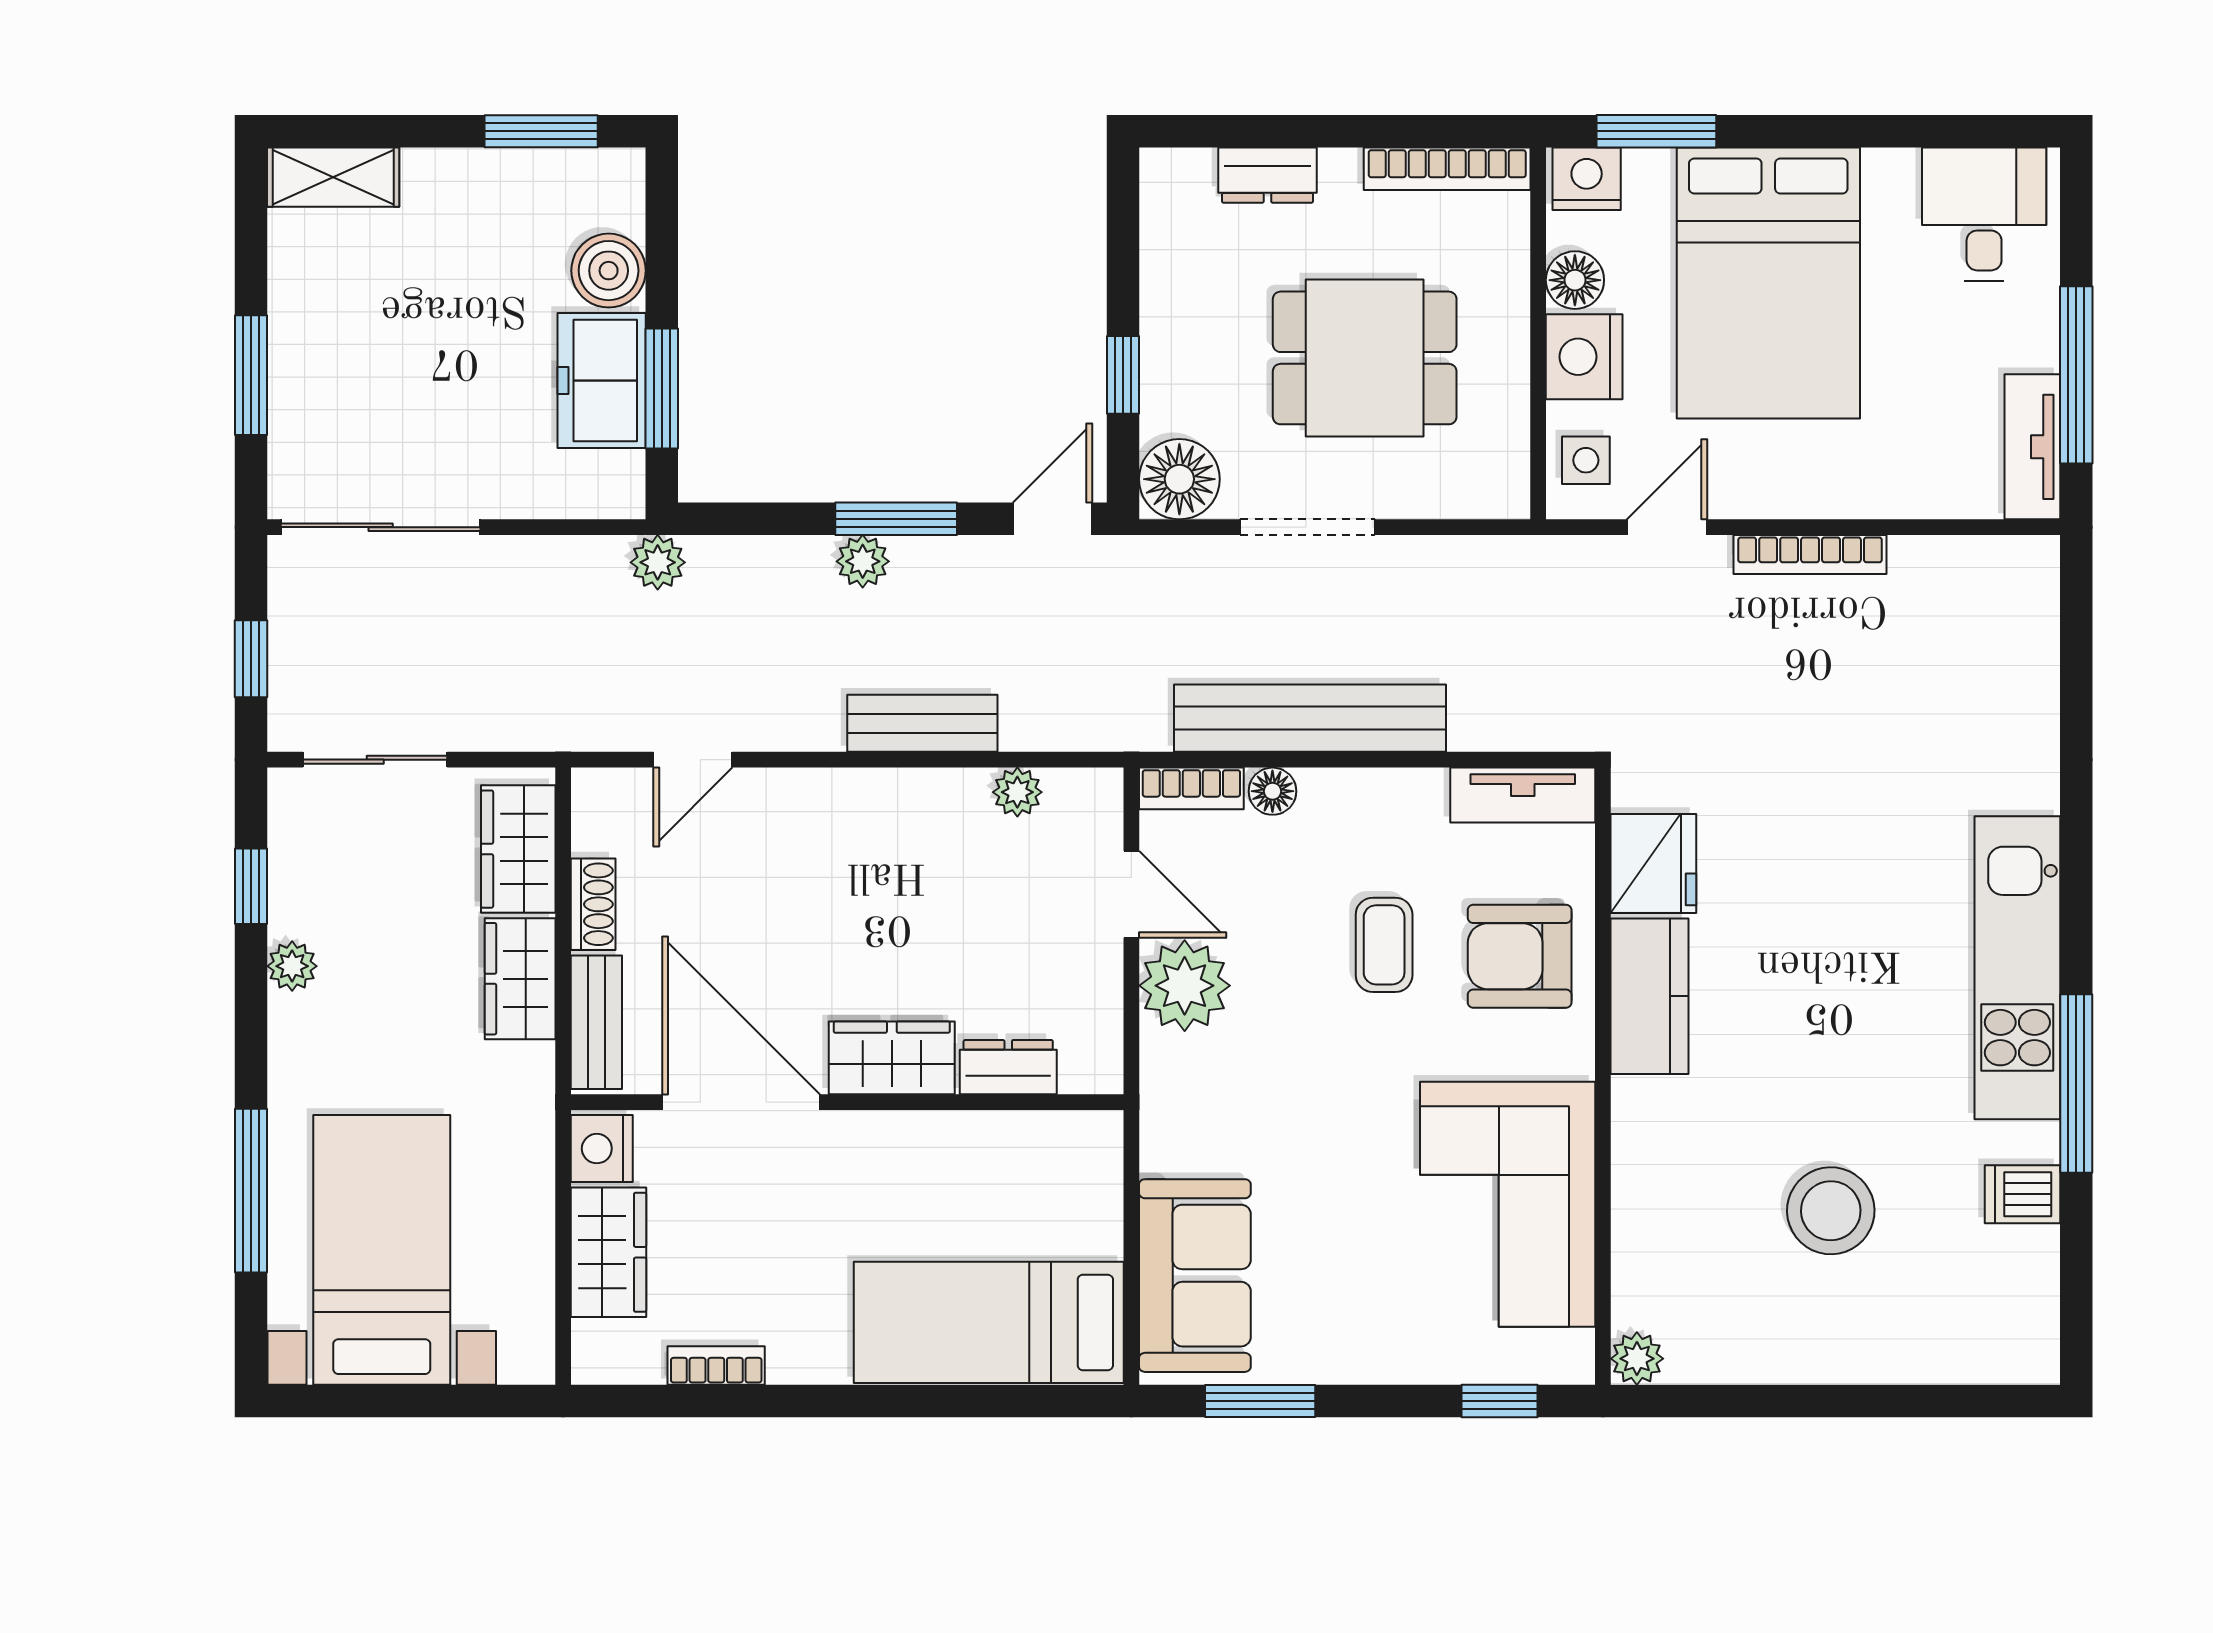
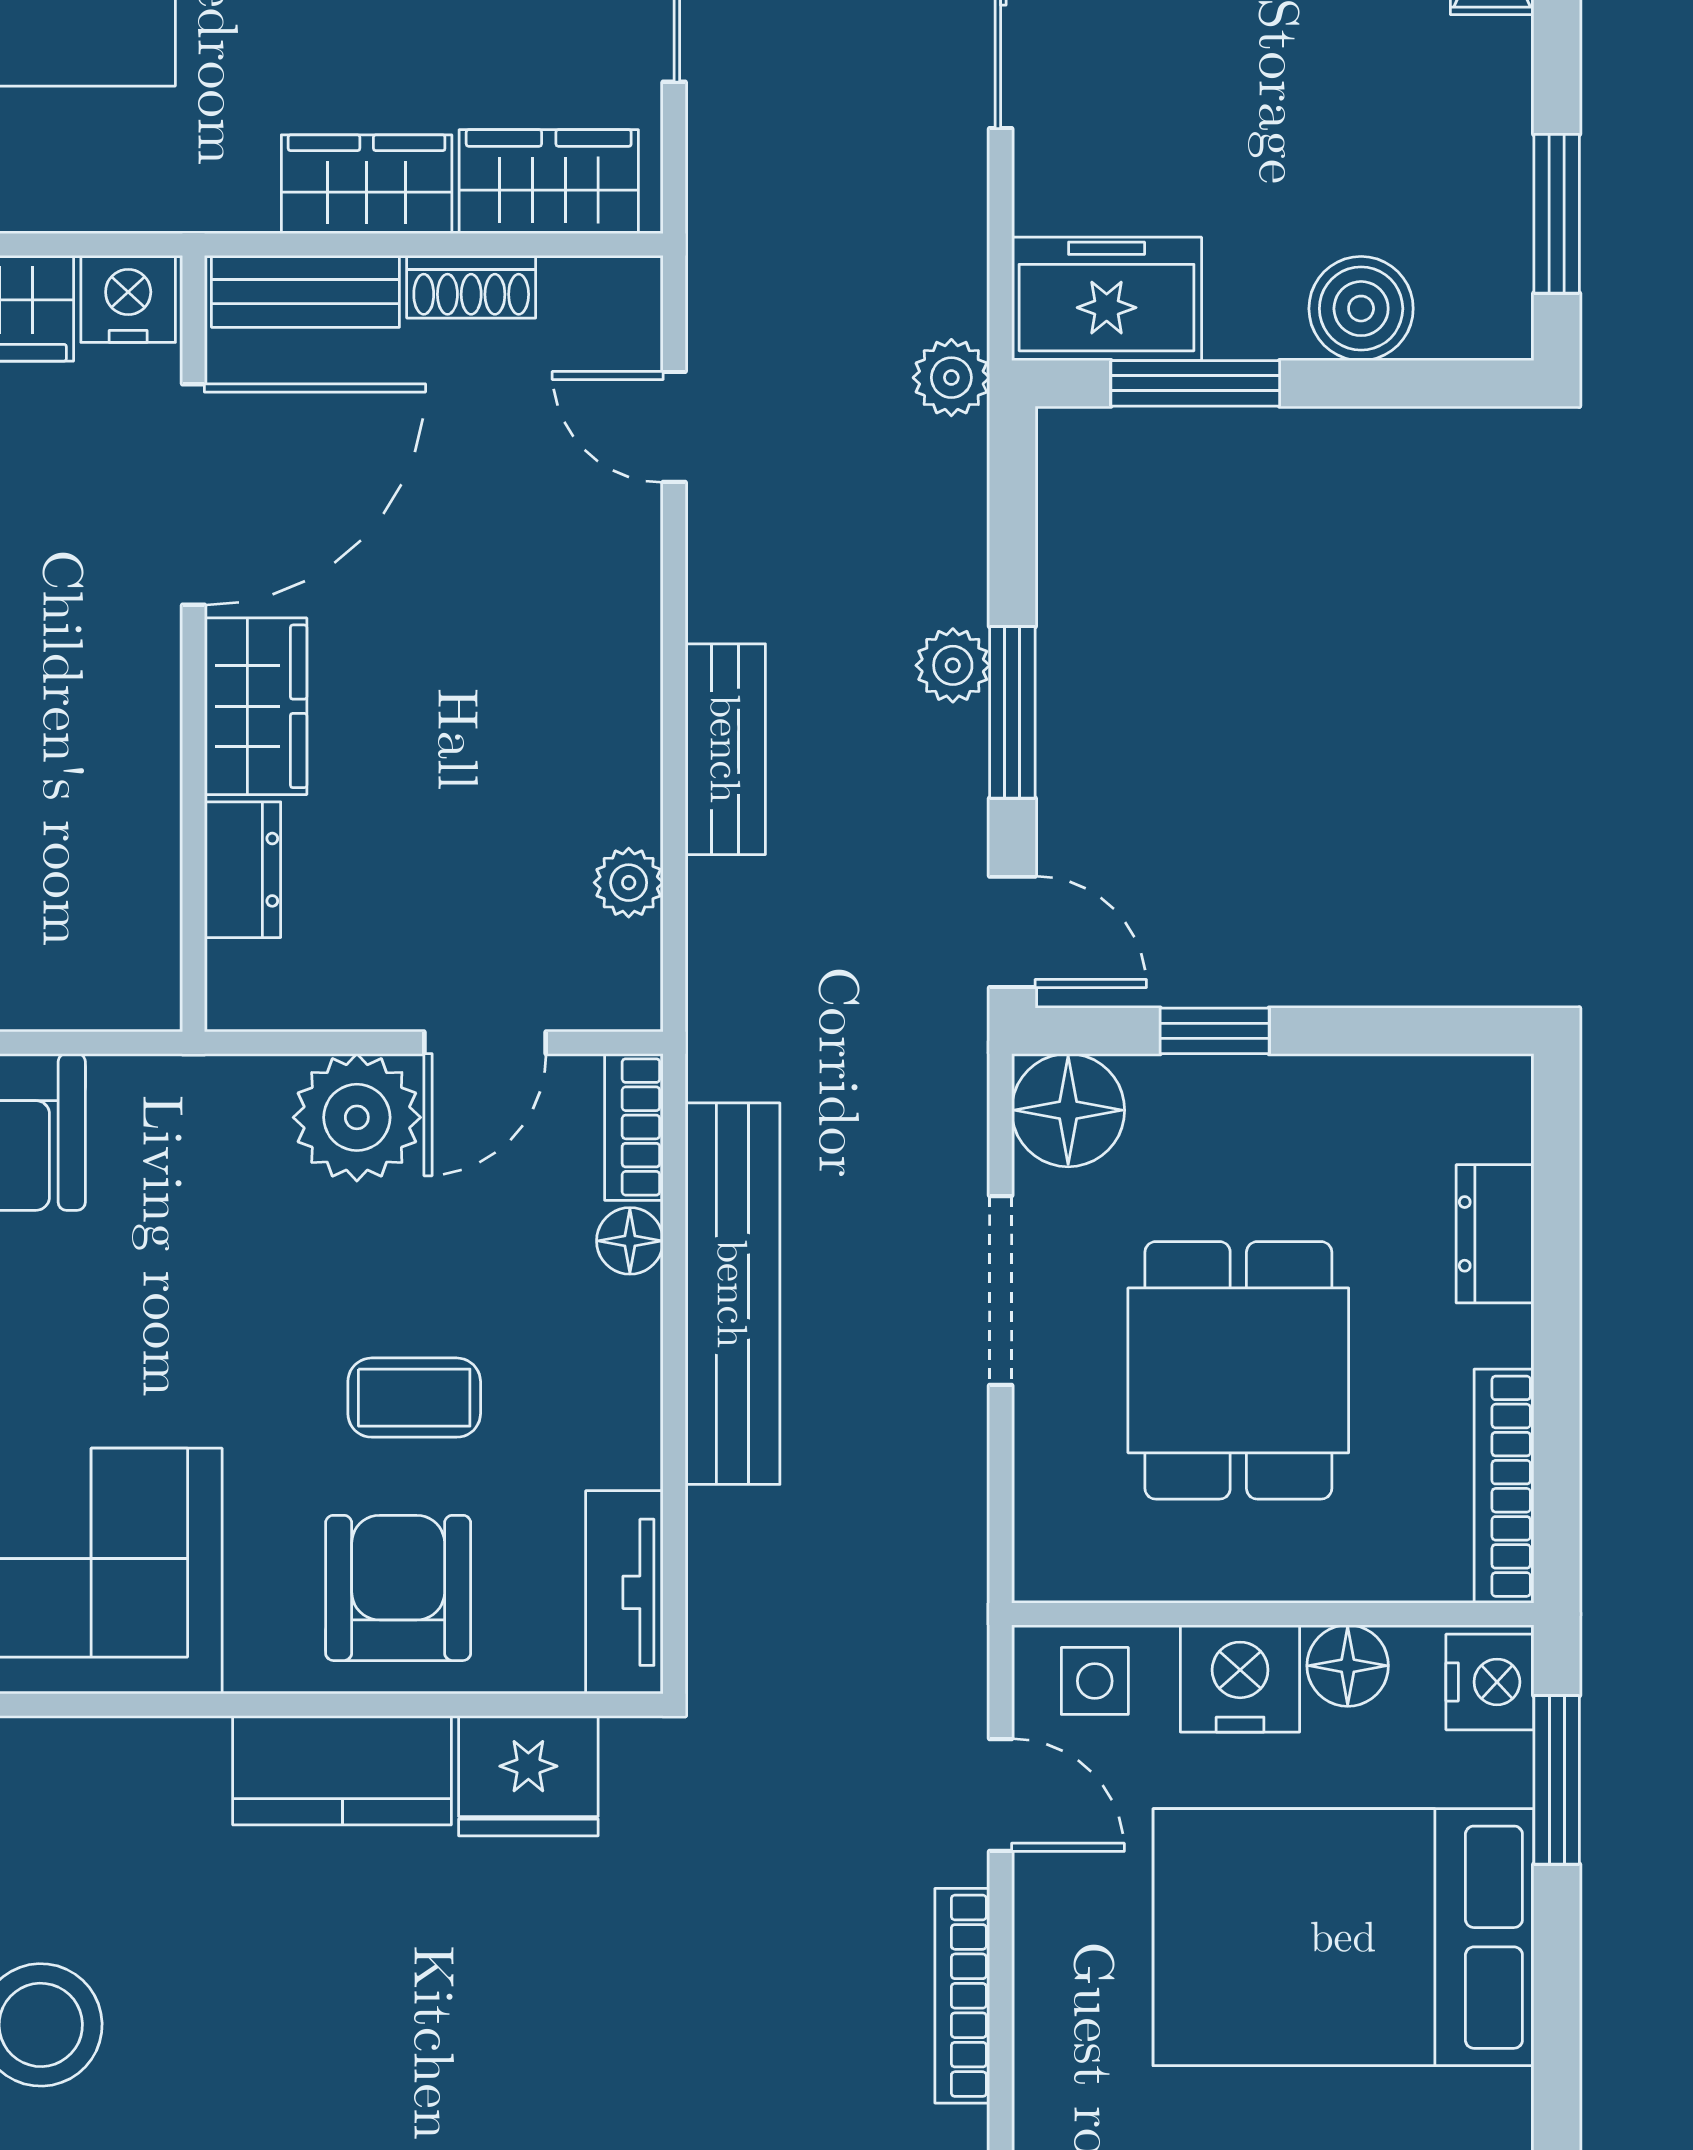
freezer: (602, 381) -> (1107, 299), moved

